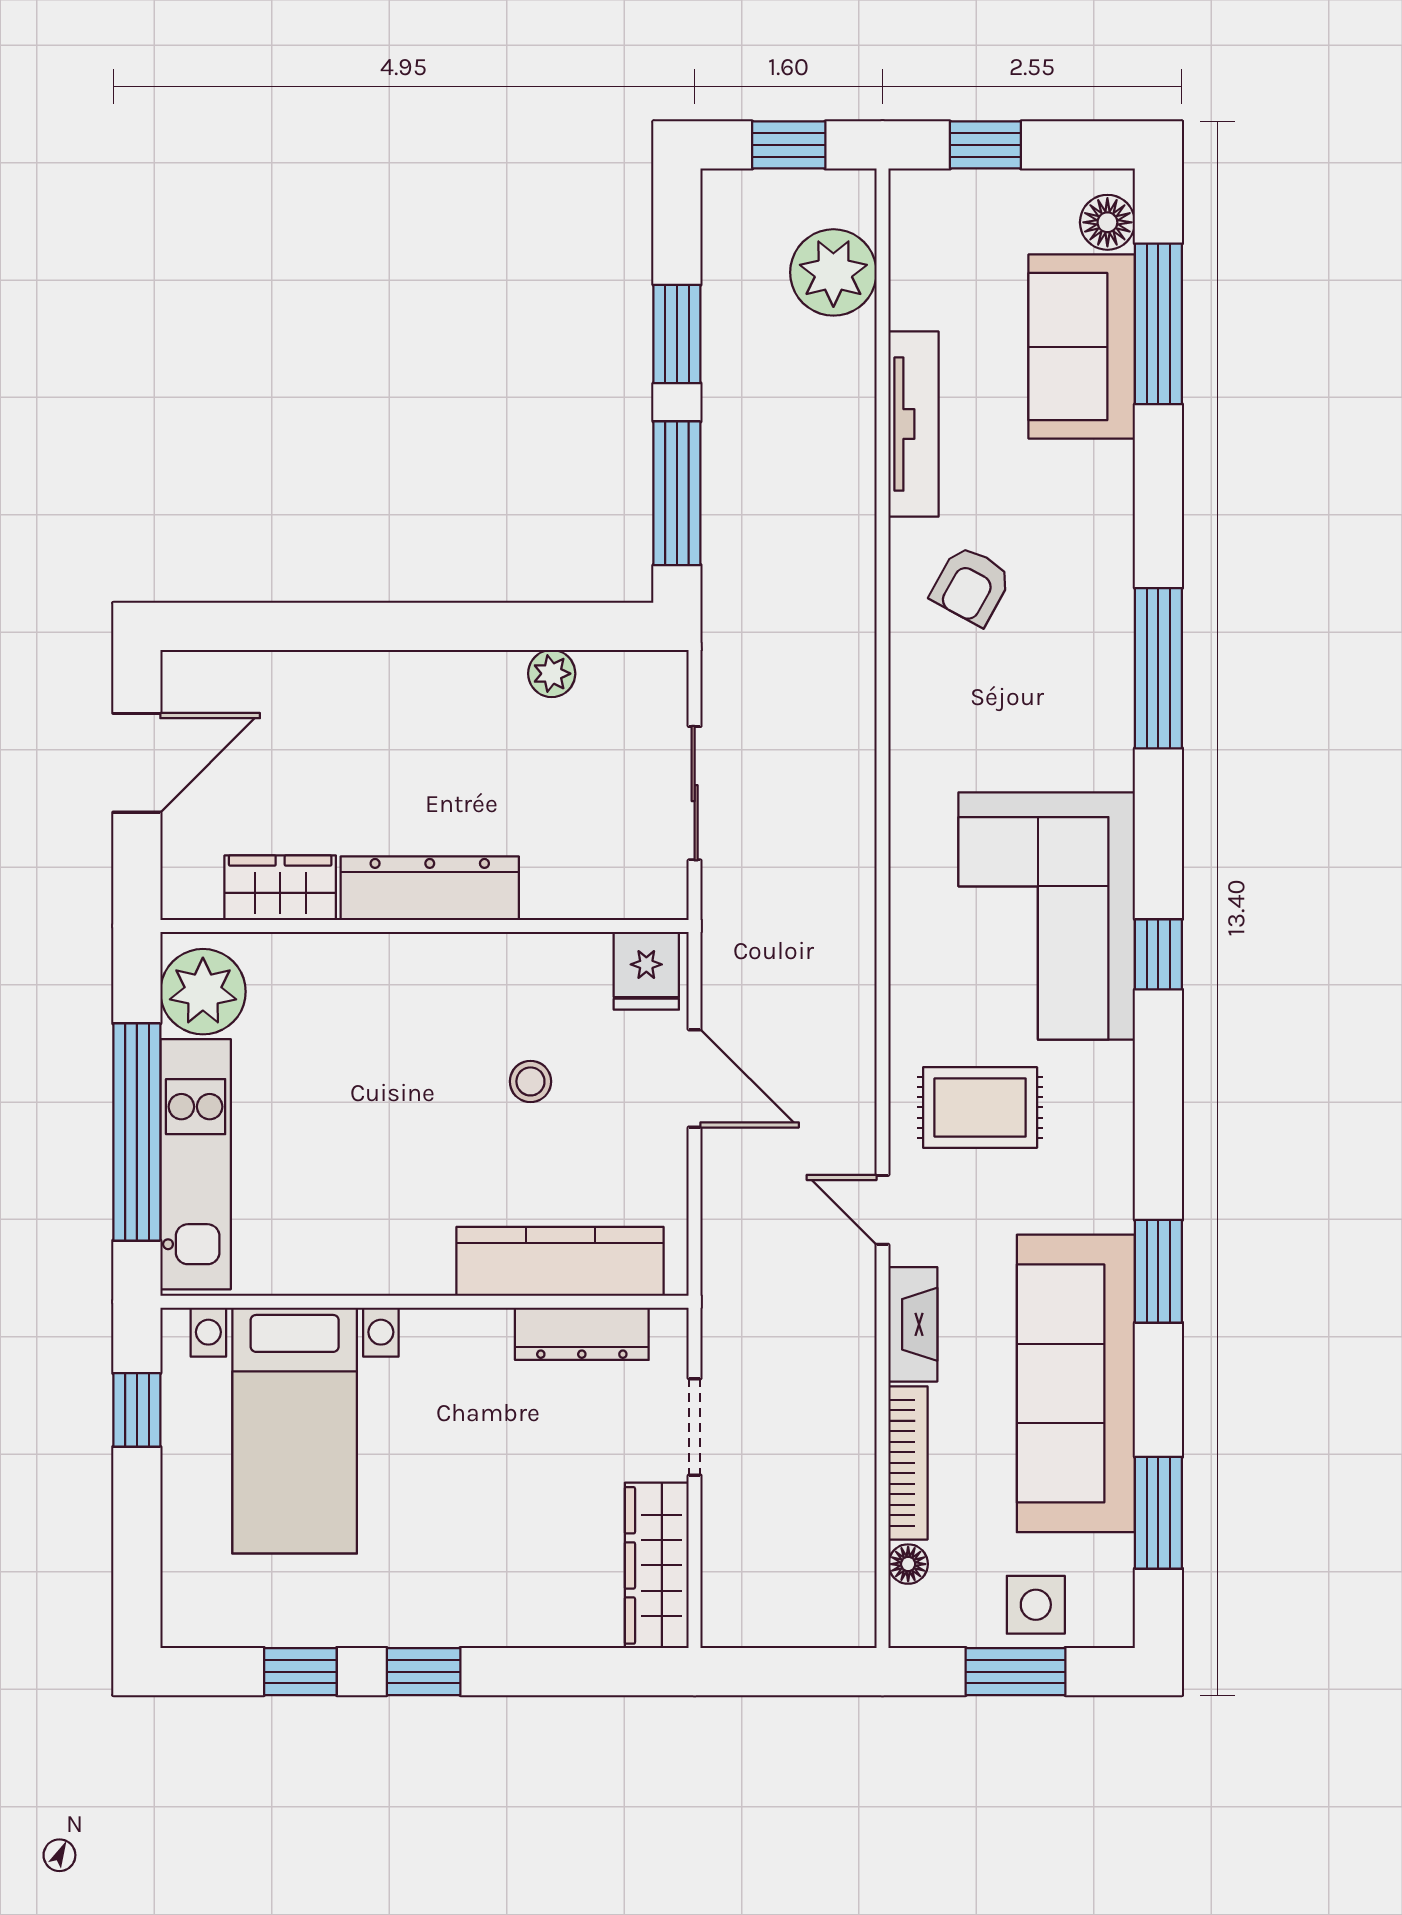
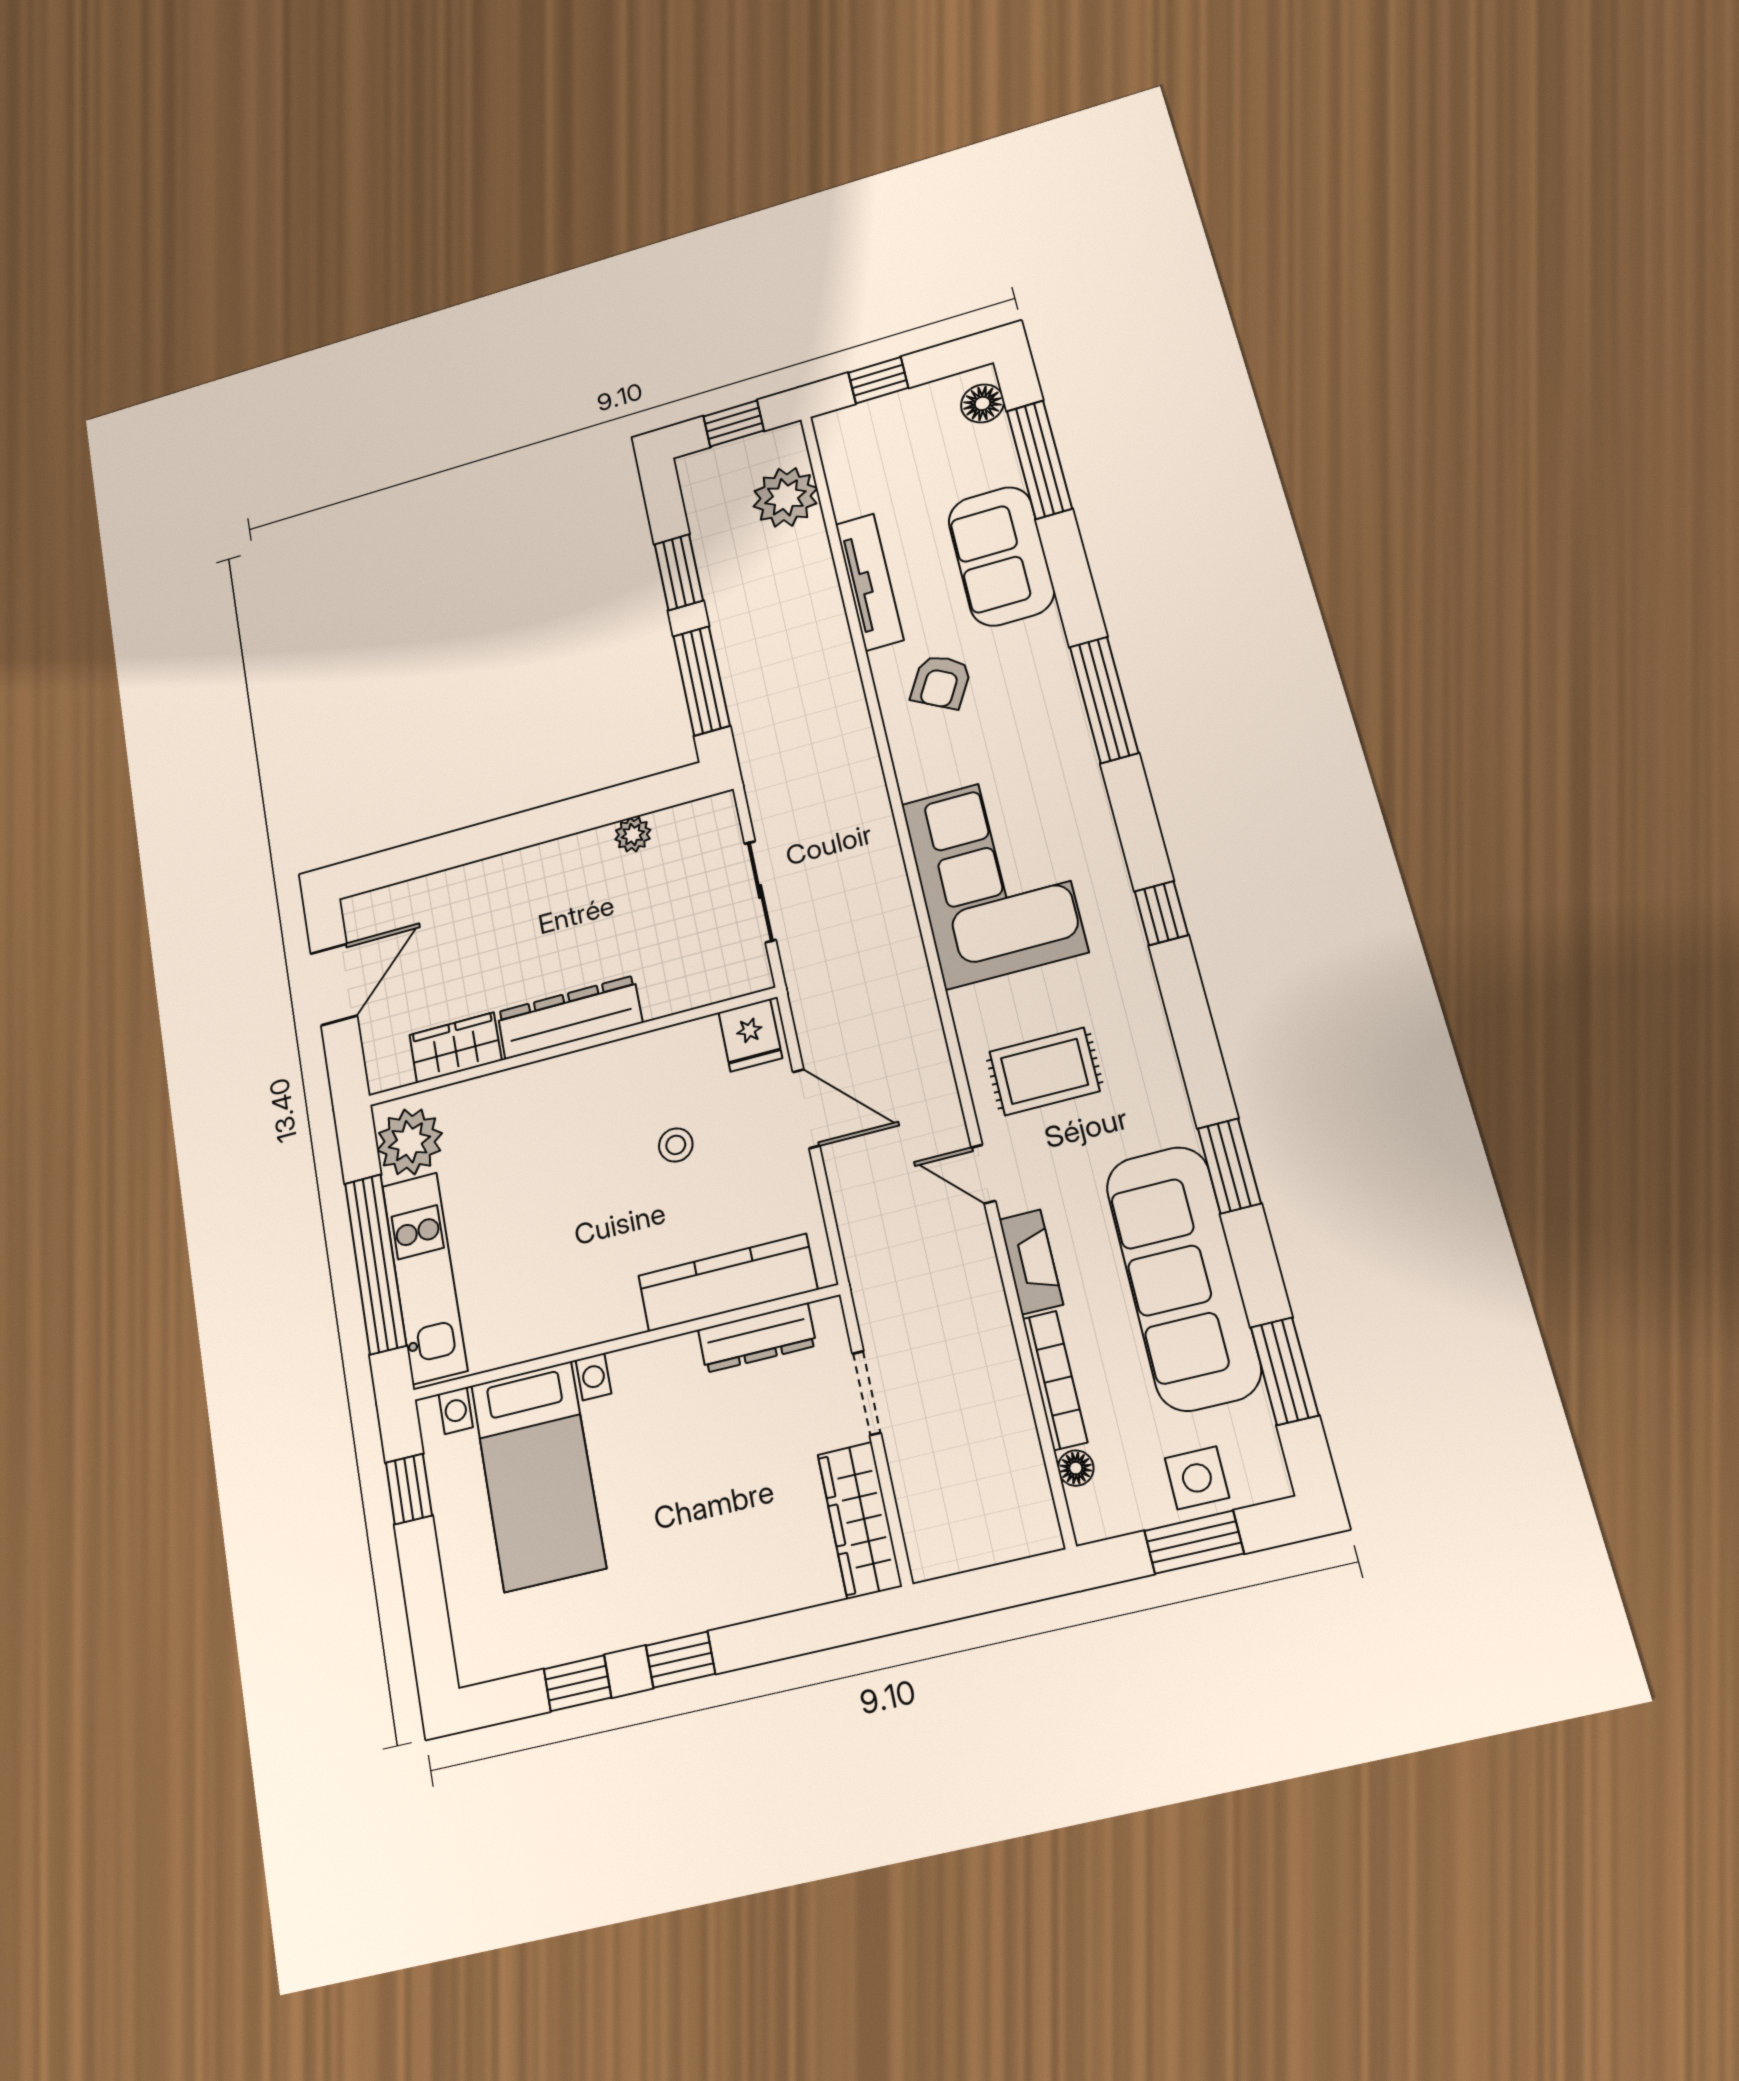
sofa: (1082, 347) -> (1001, 556), moved
corner sofa: (1047, 916) -> (994, 877), moved, turned 180

